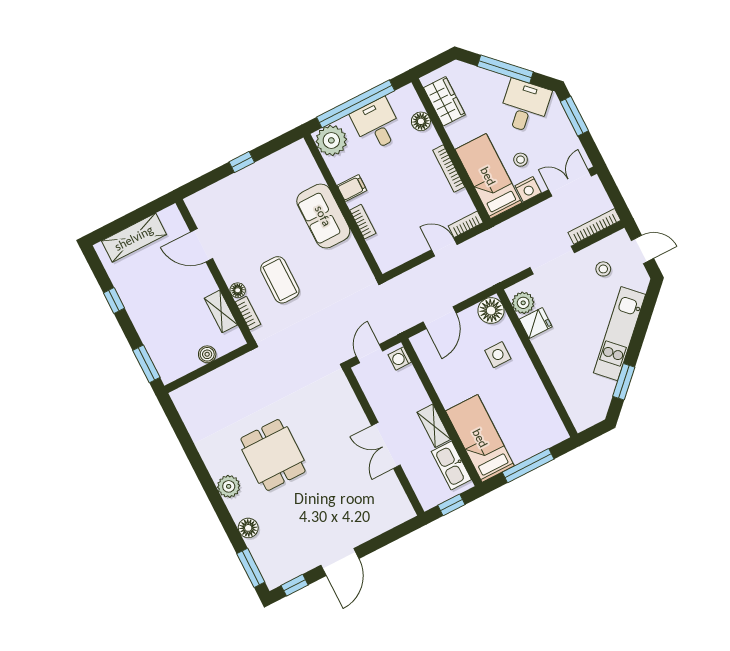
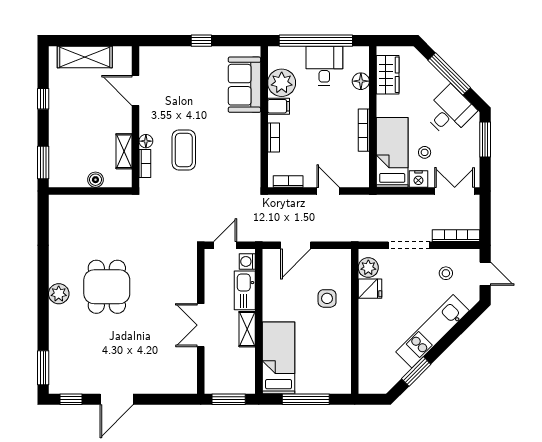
plant: (331, 140) -> (282, 83), moved
sofa: (323, 216) -> (244, 85), moved
bookcase: (466, 224) -> (288, 181), moved
floor lamp: (491, 311) -> (339, 261), removed
kitchen sink: (451, 465) -> (245, 290), moved
window: (451, 505) -> (229, 399), width x1.50
floor lamp: (248, 528) -> (57, 335), removed

